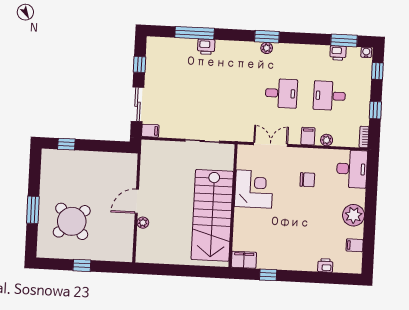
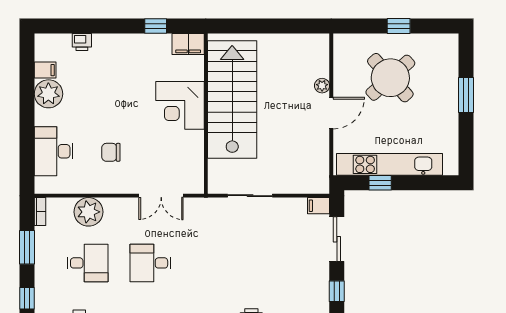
window: (375, 110) -> (27, 247), width x1.50
filing cabinet: (308, 136) -> (113, 209), removed
plant: (327, 140) -> (88, 212), width x1.87, depth x1.87
window: (66, 144) -> (380, 183), moved
kitchen unit: (94, 160) -> (389, 164), added
desk: (352, 169) -> (54, 151), moved
corner desk: (254, 189) -> (180, 105), moved
plant: (354, 215) -> (48, 94), moved
round table: (72, 221) -> (390, 78), moved

